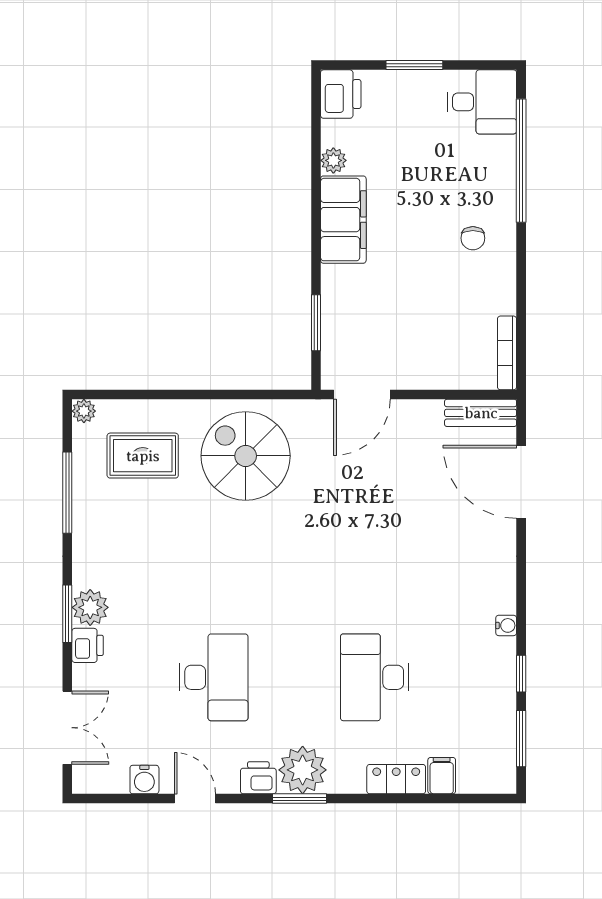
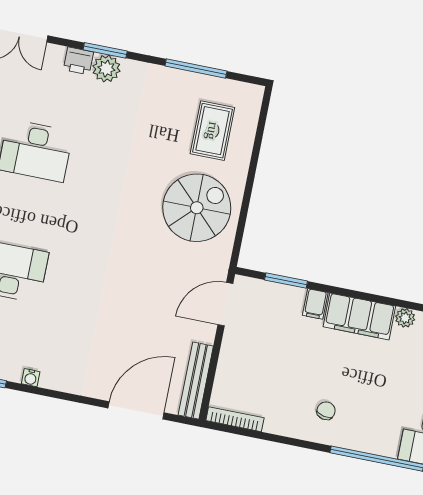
chair: (473, 238) -> (326, 411), turned 102
filing cabinet: (339, 279) -> (315, 304), added
door: (362, 395) -> (225, 304), hinge flipped
plant: (84, 411) -> (255, 93), removed
bench: (481, 413) -> (196, 381), width x1.36

